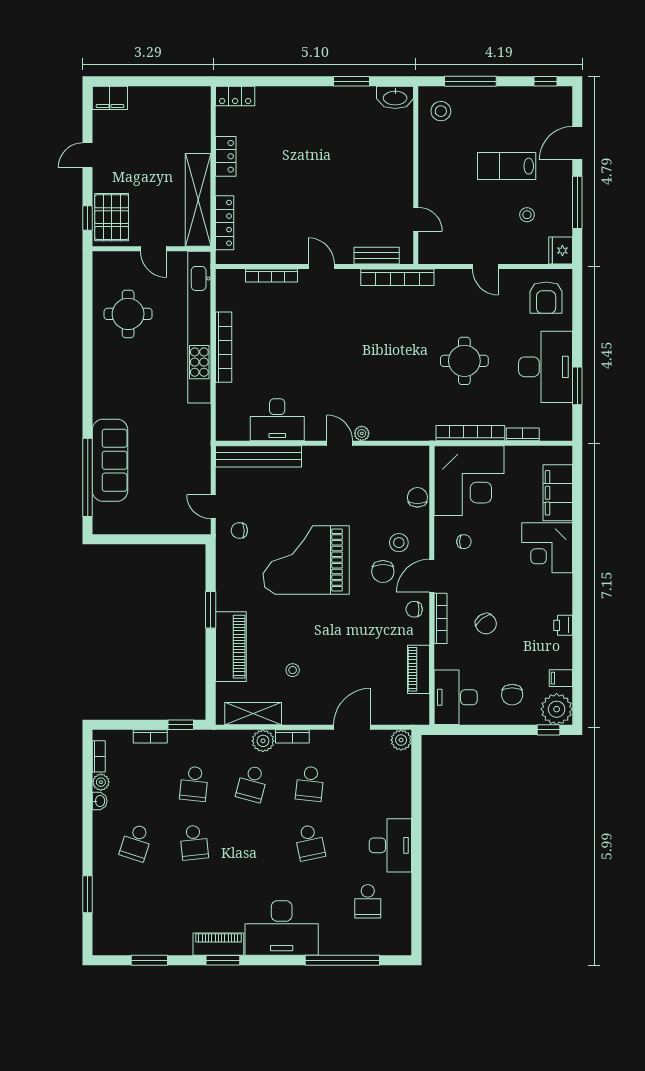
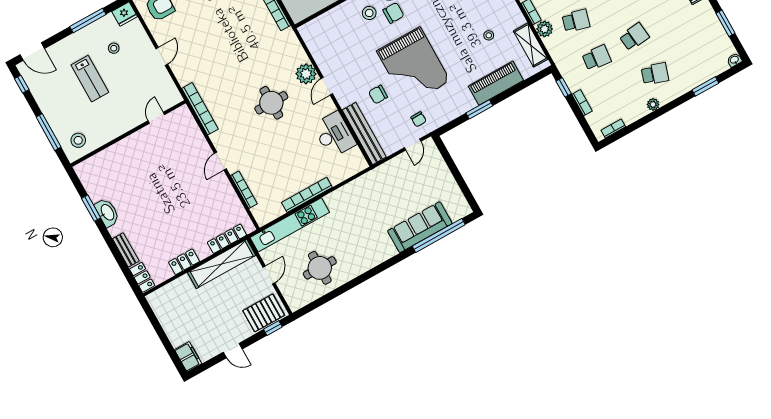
washbasin: (395, 97) -> (107, 213), moved
door: (577, 143) -> (32, 52), moved
bench: (377, 256) -> (126, 250), moved
kitchen unit: (199, 327) -> (290, 225), width x0.73
round table: (464, 361) -> (271, 103), moved
plant: (362, 433) -> (306, 74), width x1.87, depth x1.87
chair: (417, 497) -> (378, 94), moved
plant: (101, 782) -> (653, 104), moved
washbasin: (100, 801) -> (734, 60), moved

